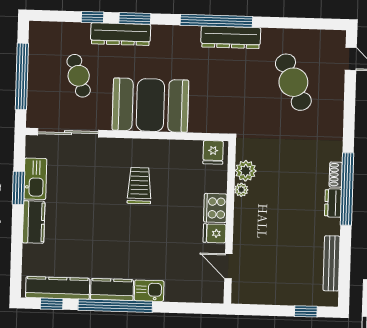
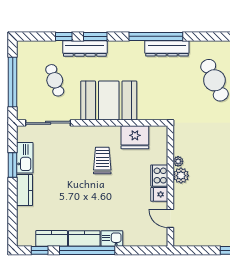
fridge: (213, 152) -> (135, 137), moved, width x1.88, depth x1.34
plant: (246, 171) -> (181, 176), moved
kitchen counter: (58, 288) -> (52, 238), width x0.67

